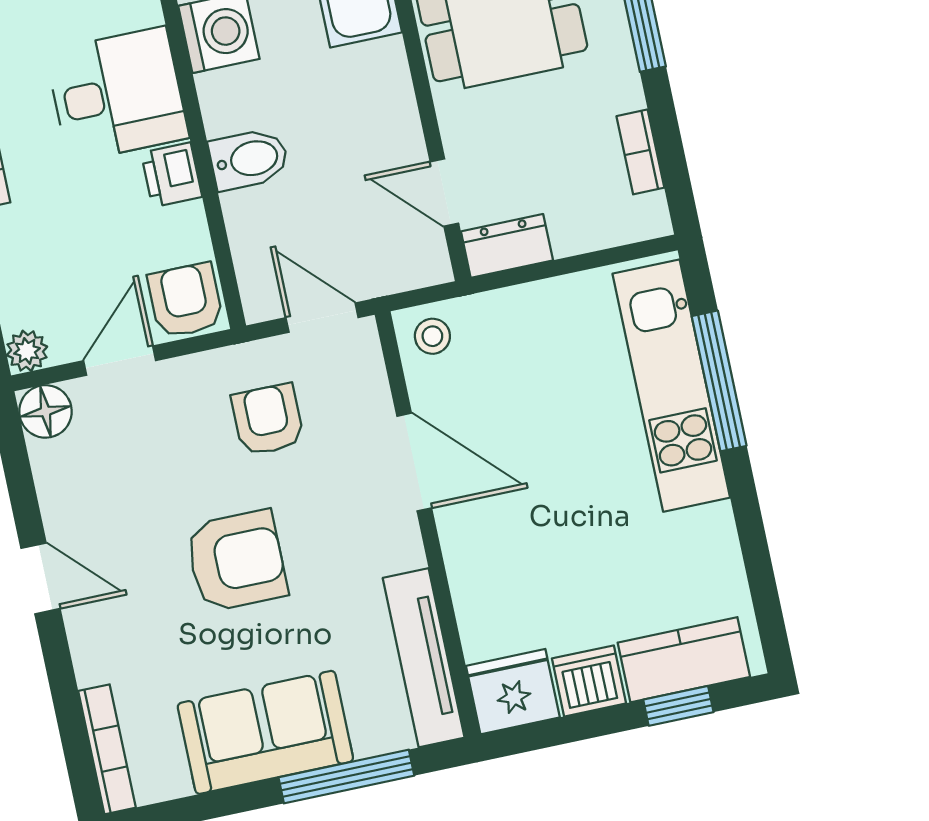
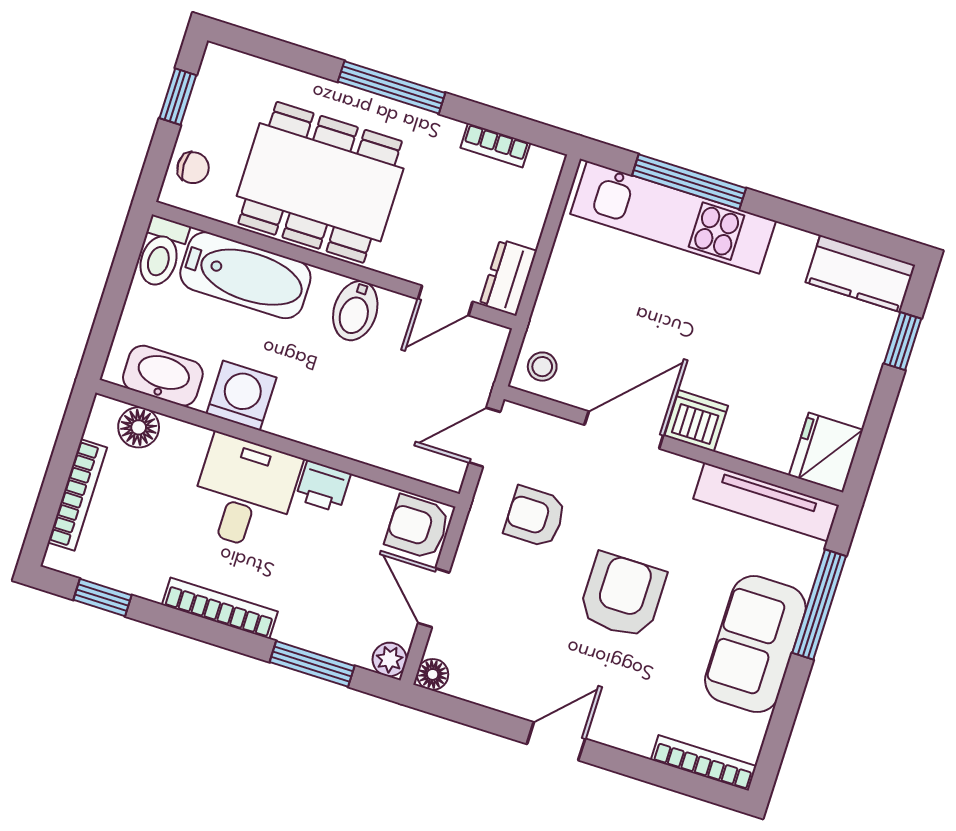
bidet: (249, 159) -> (355, 311), moved, turned 180
floor lamp: (45, 411) -> (433, 674), width x0.73, depth x0.73
kitchen counter: (684, 660) -> (860, 274), moved, turned -90
dishwasher: (589, 681) -> (696, 421), moved, turned 90

